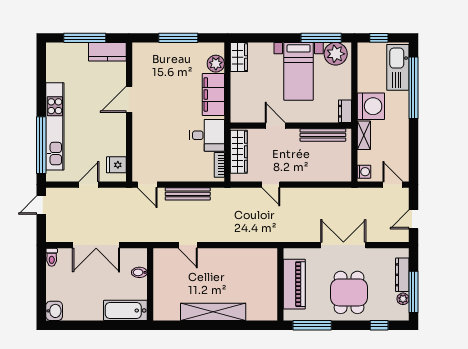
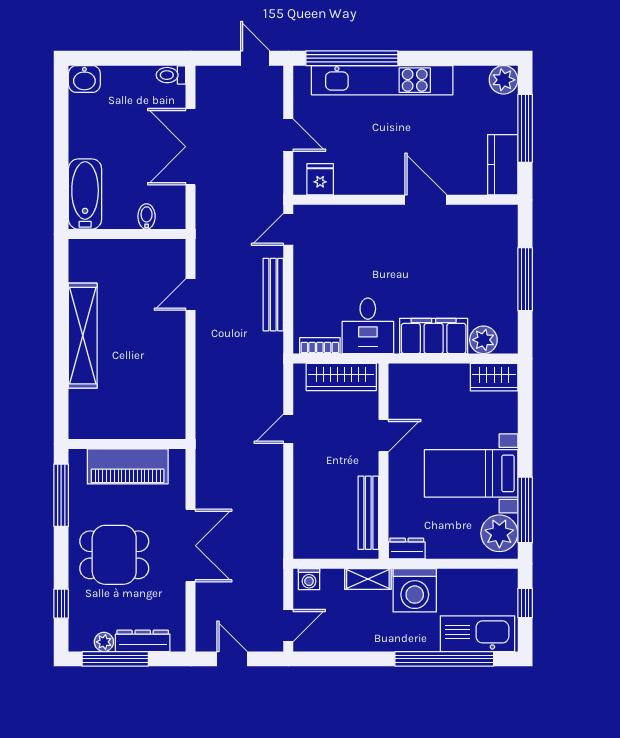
plant: (55, 51) -> (504, 80), added

